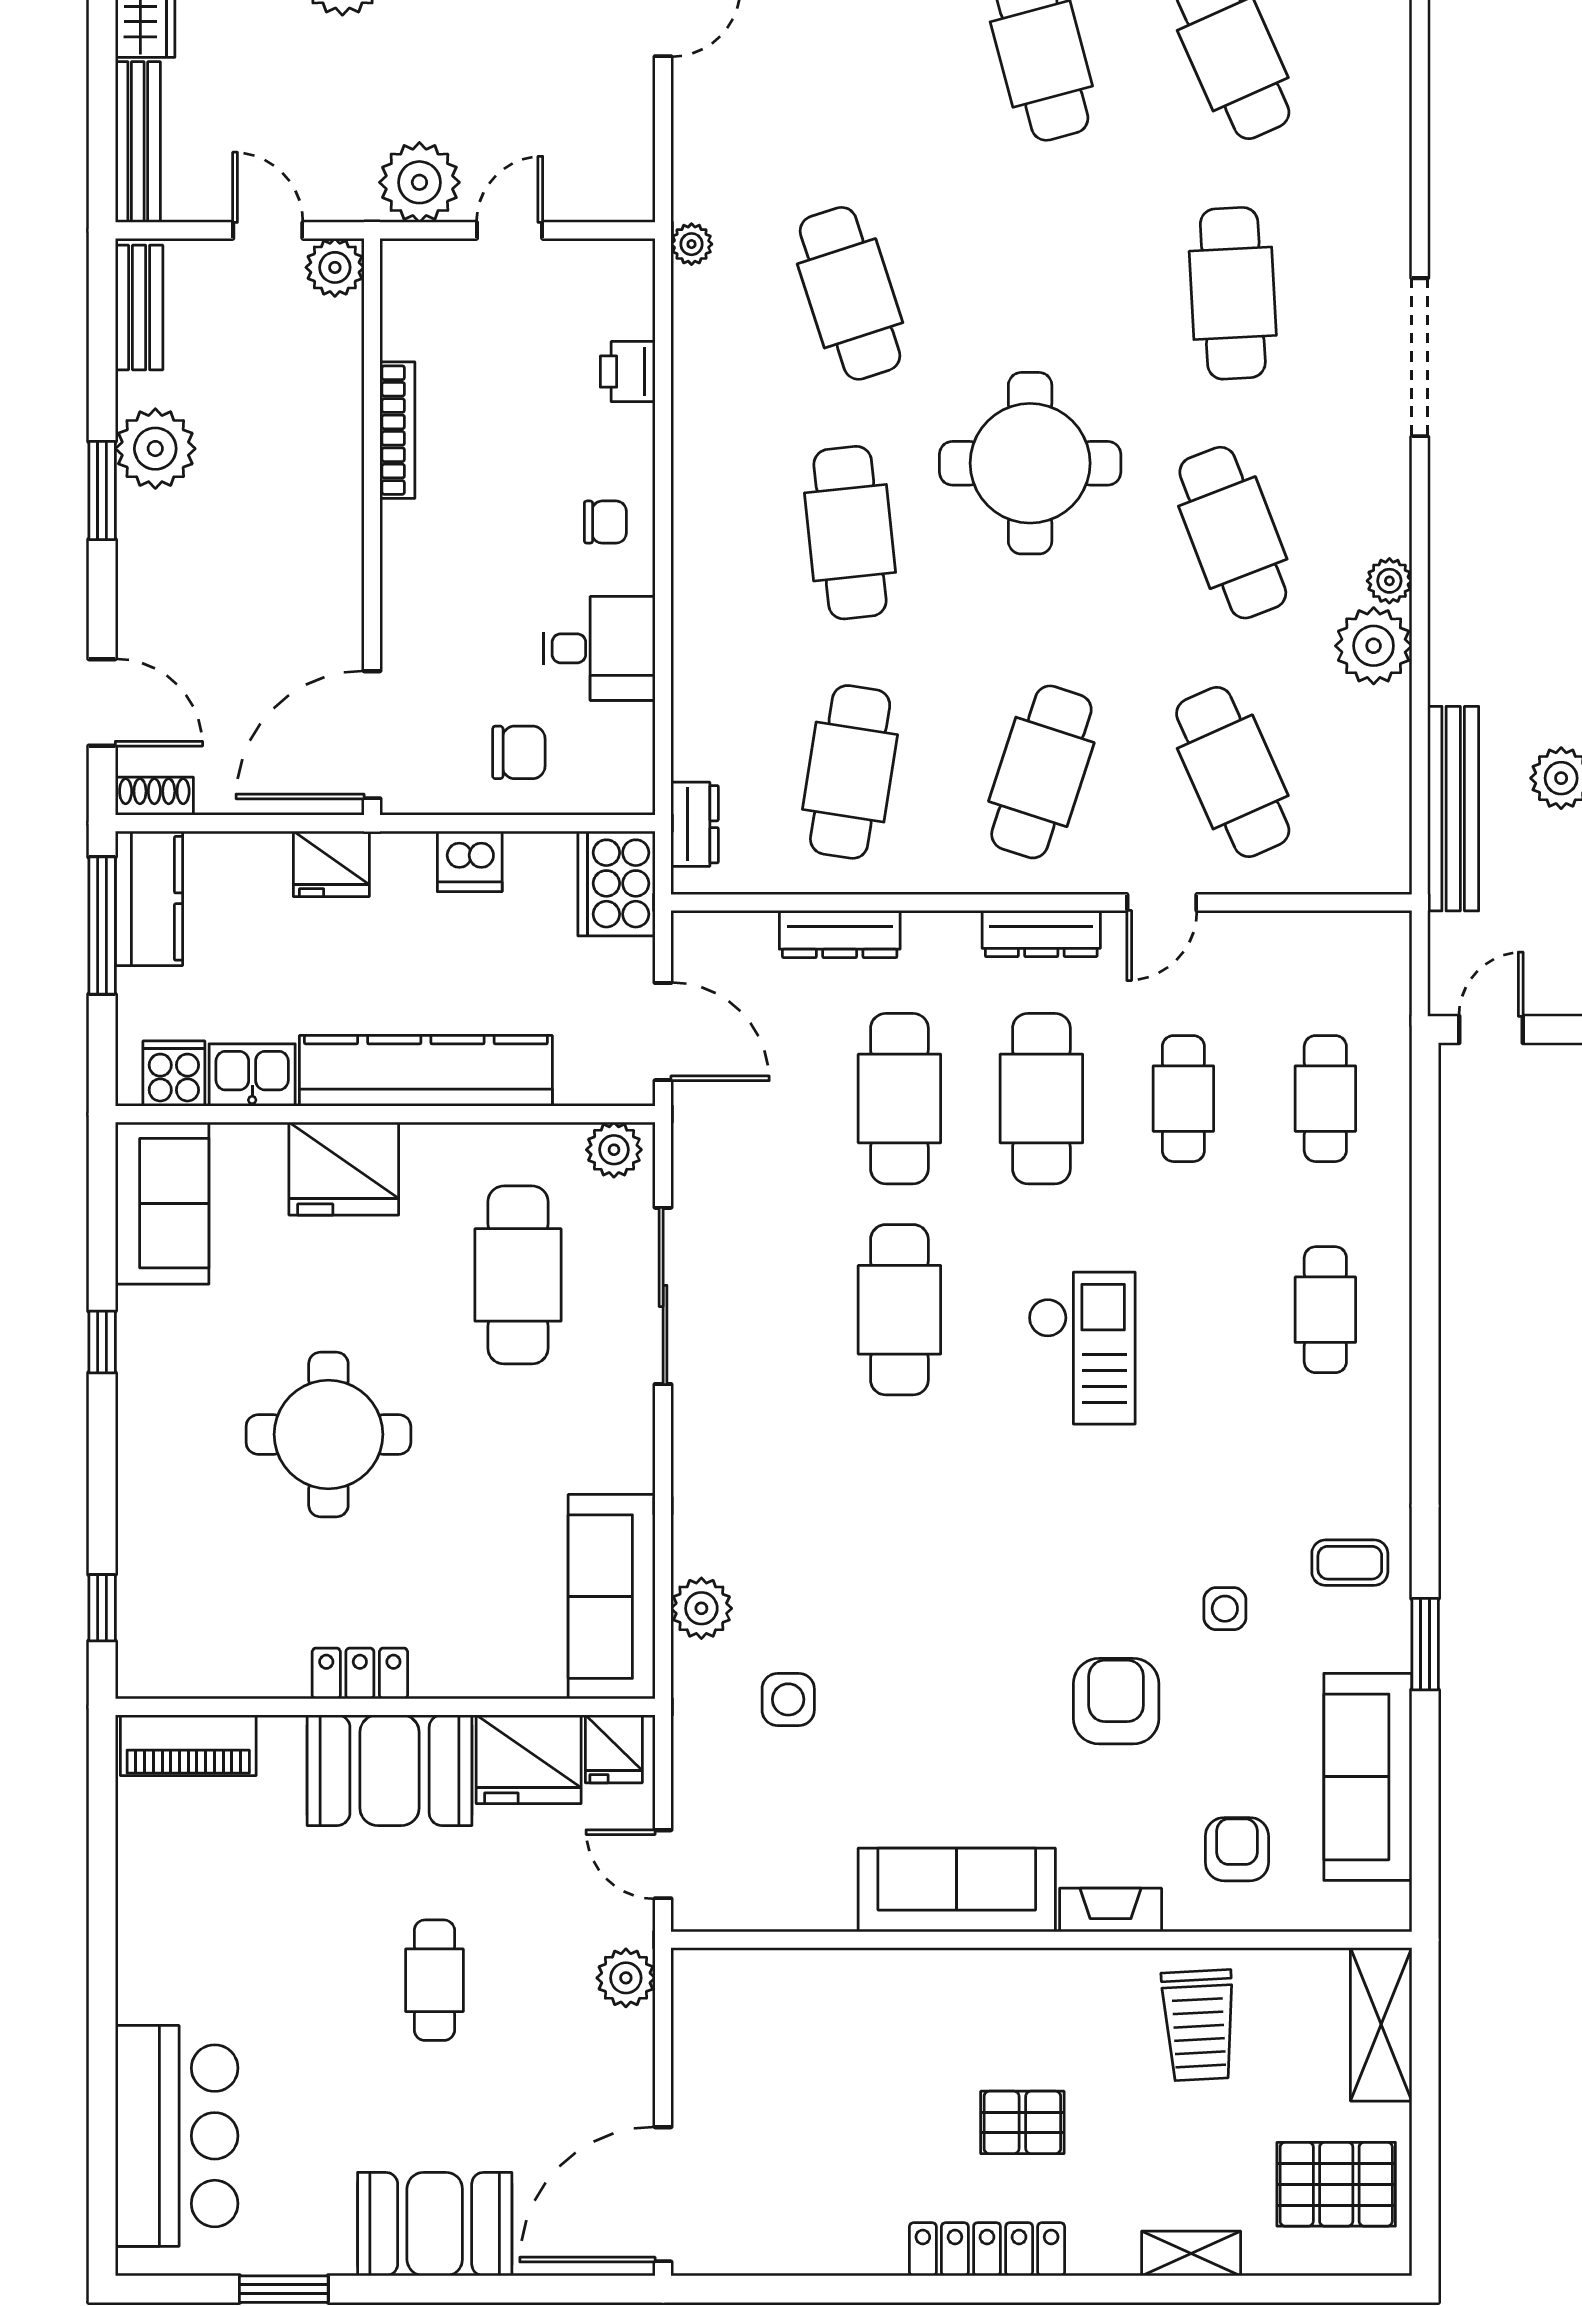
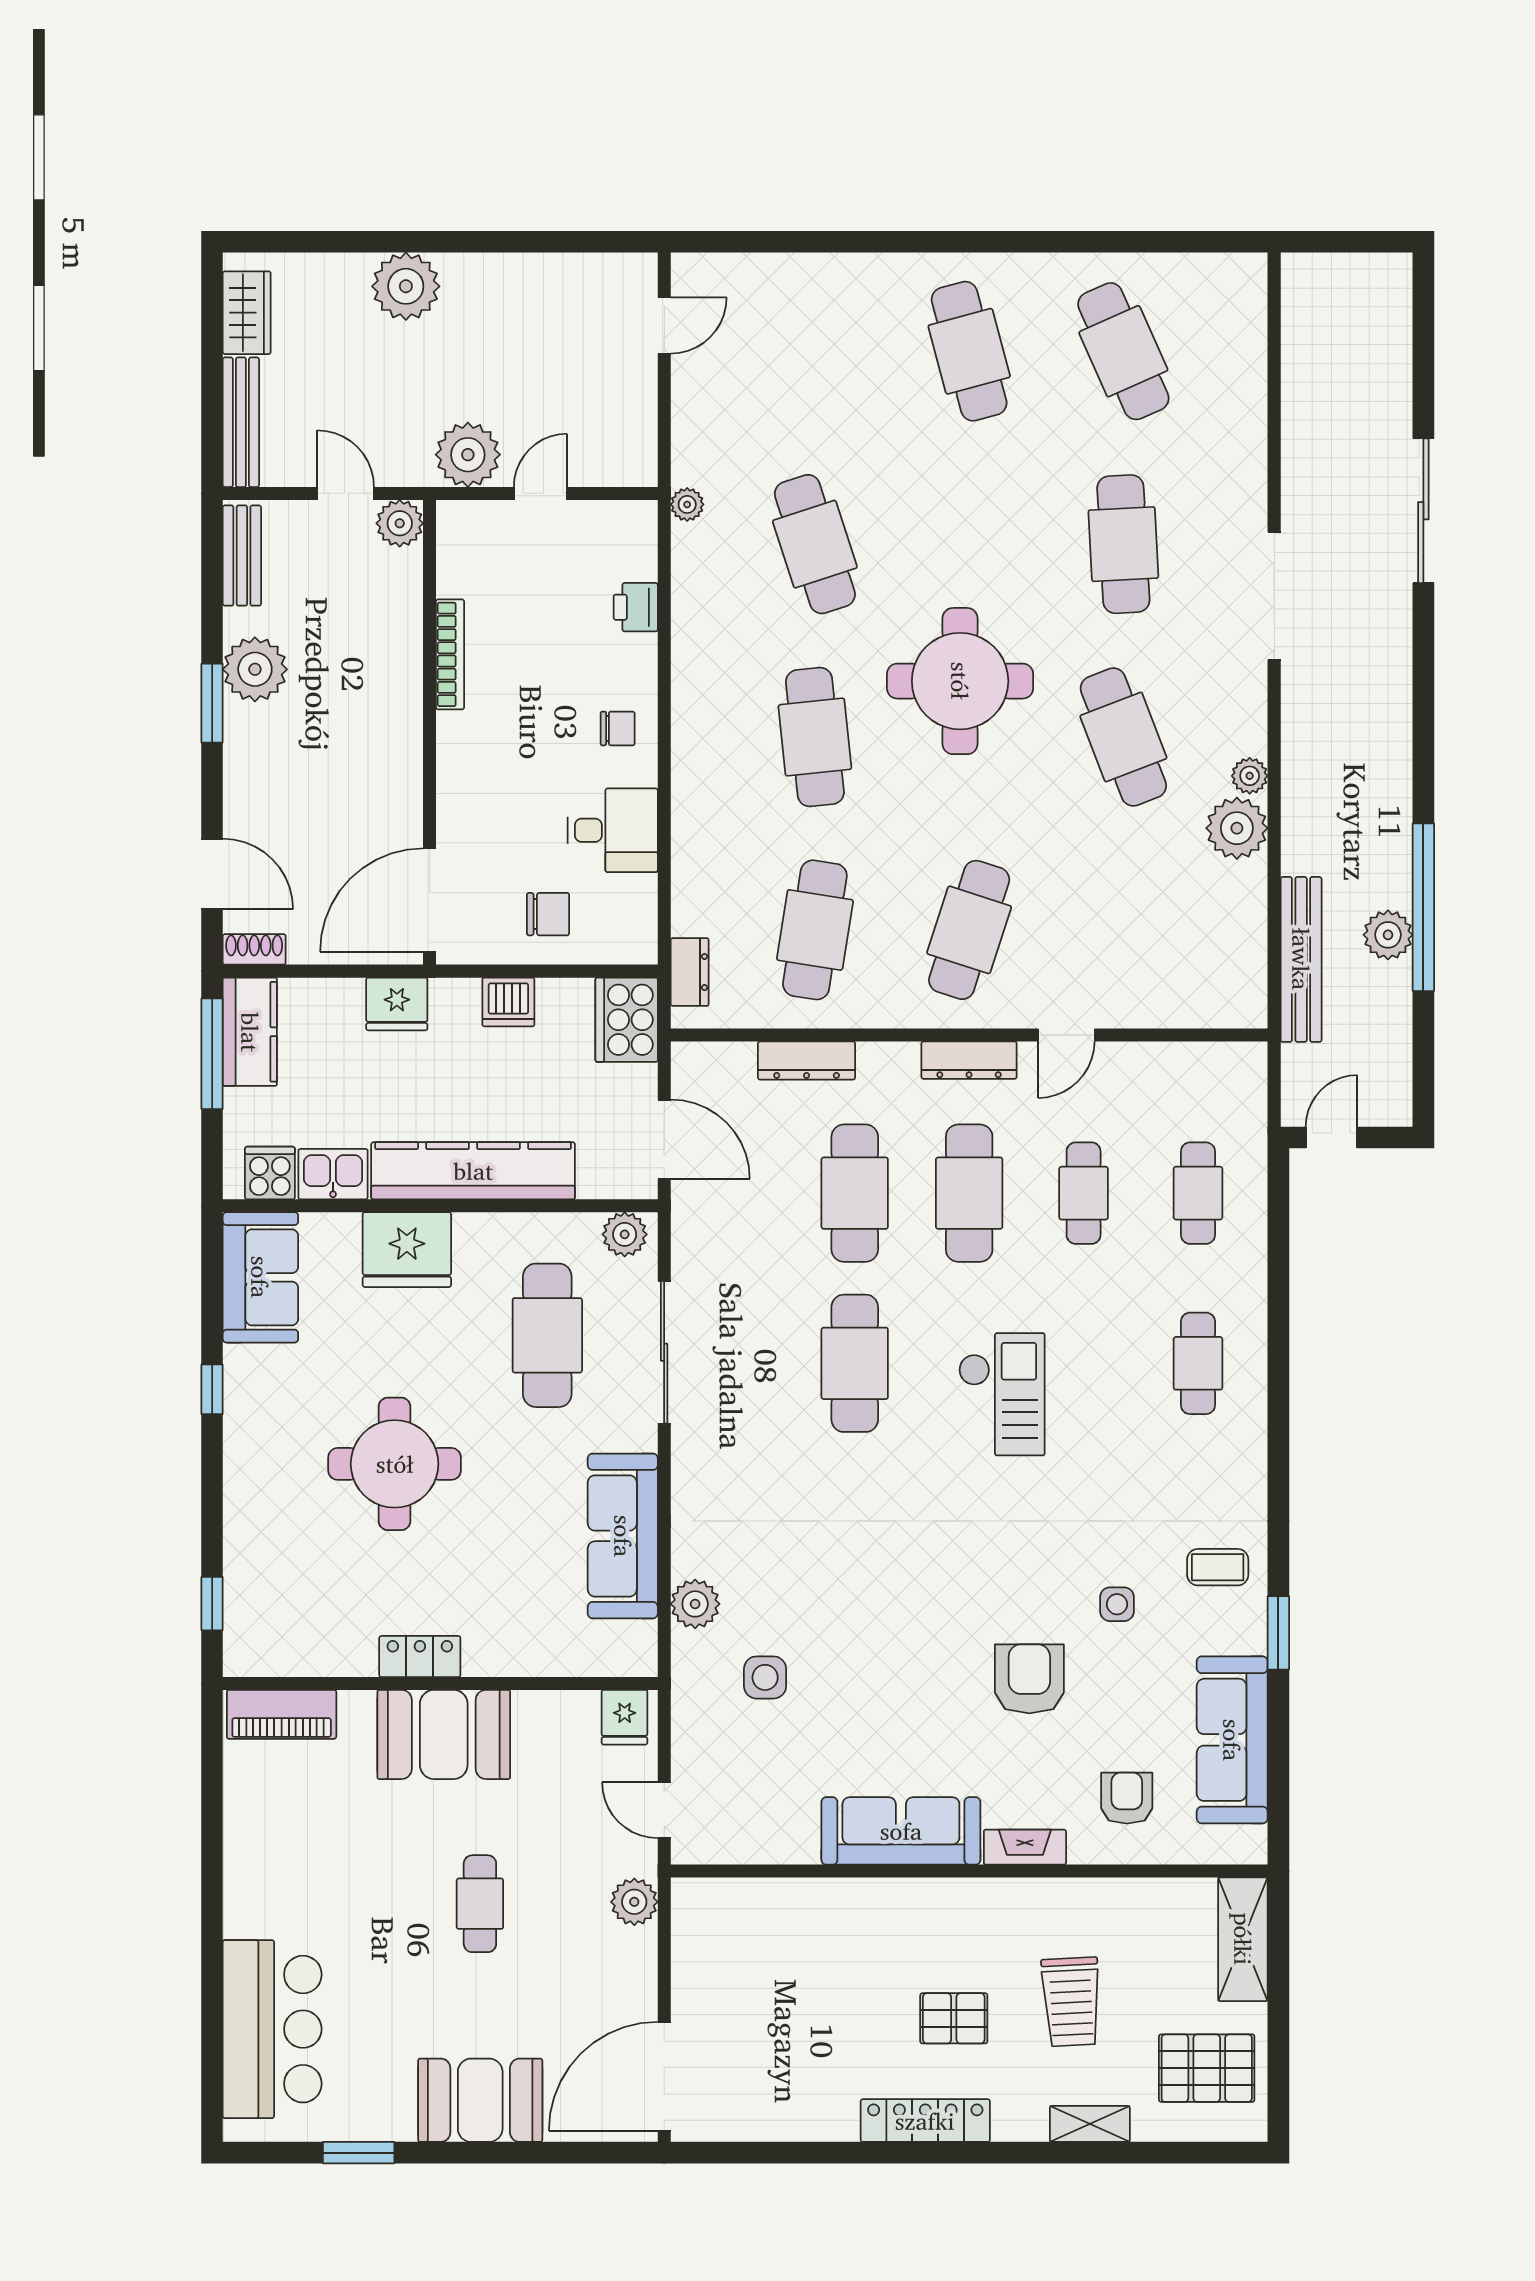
cafe table: (1233, 772) -> (1123, 930), removed
sofa: (612, 1597) -> (623, 1536), moved
fridge: (529, 1759) -> (556, 1726), removed
trolley: (1199, 2025) -> (1071, 2002), moved

